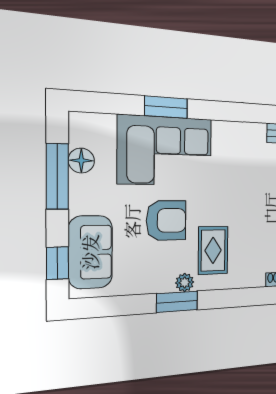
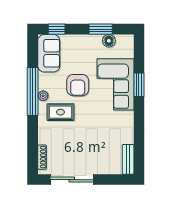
window: (57, 176) -> (101, 29), width x0.69
sofa: (90, 252) -> (49, 53), moved, turned -90
window: (177, 302) -> (33, 91), width x2.11

